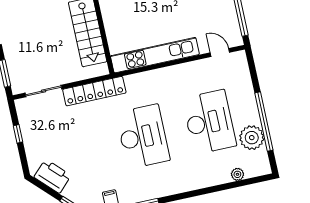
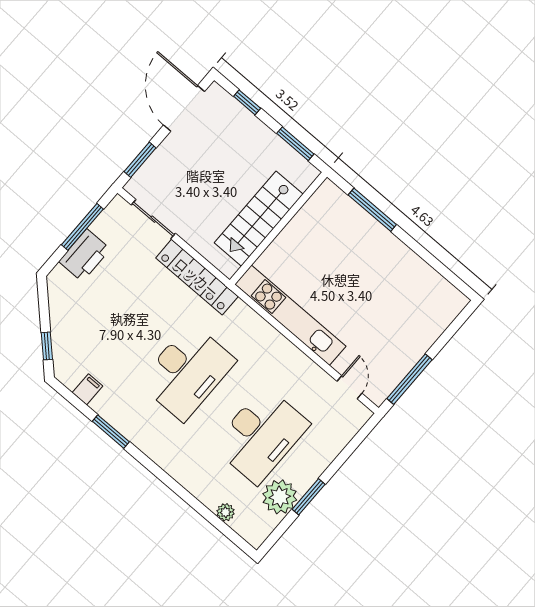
window: (264, 121) -> (309, 497), width x0.47
window: (18, 134) -> (82, 227), width x2.17
printer: (53, 176) -> (85, 255), moved, turned 45

